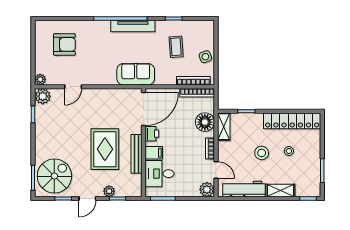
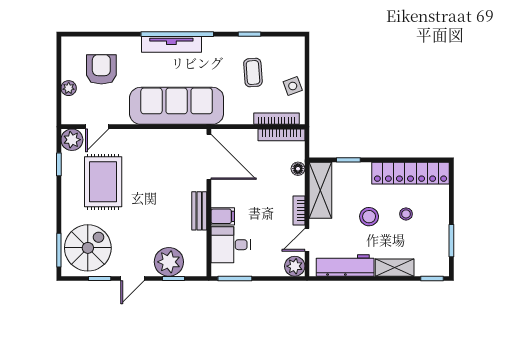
tv unit: (133, 26) -> (171, 44), moved
armchair: (64, 44) -> (101, 69), turned -90
sofa: (136, 74) -> (177, 106), width x1.85, depth x1.27
plant: (40, 79) -> (69, 88), moved
door: (73, 87) -> (97, 127), moved
door: (144, 109) -> (209, 157), hinge flipped
floor lamp: (205, 122) -> (298, 169), width x0.53, depth x0.53
shelving: (224, 127) -> (320, 190), width x1.50, depth x1.33
printer: (152, 134) -> (220, 190), removed
rug: (105, 149) -> (103, 182), moved
bench: (137, 154) -> (199, 211), width x0.73
door: (216, 170) -> (307, 240), swing flipped
plant: (109, 191) -> (169, 262), width x1.88, depth x1.88

